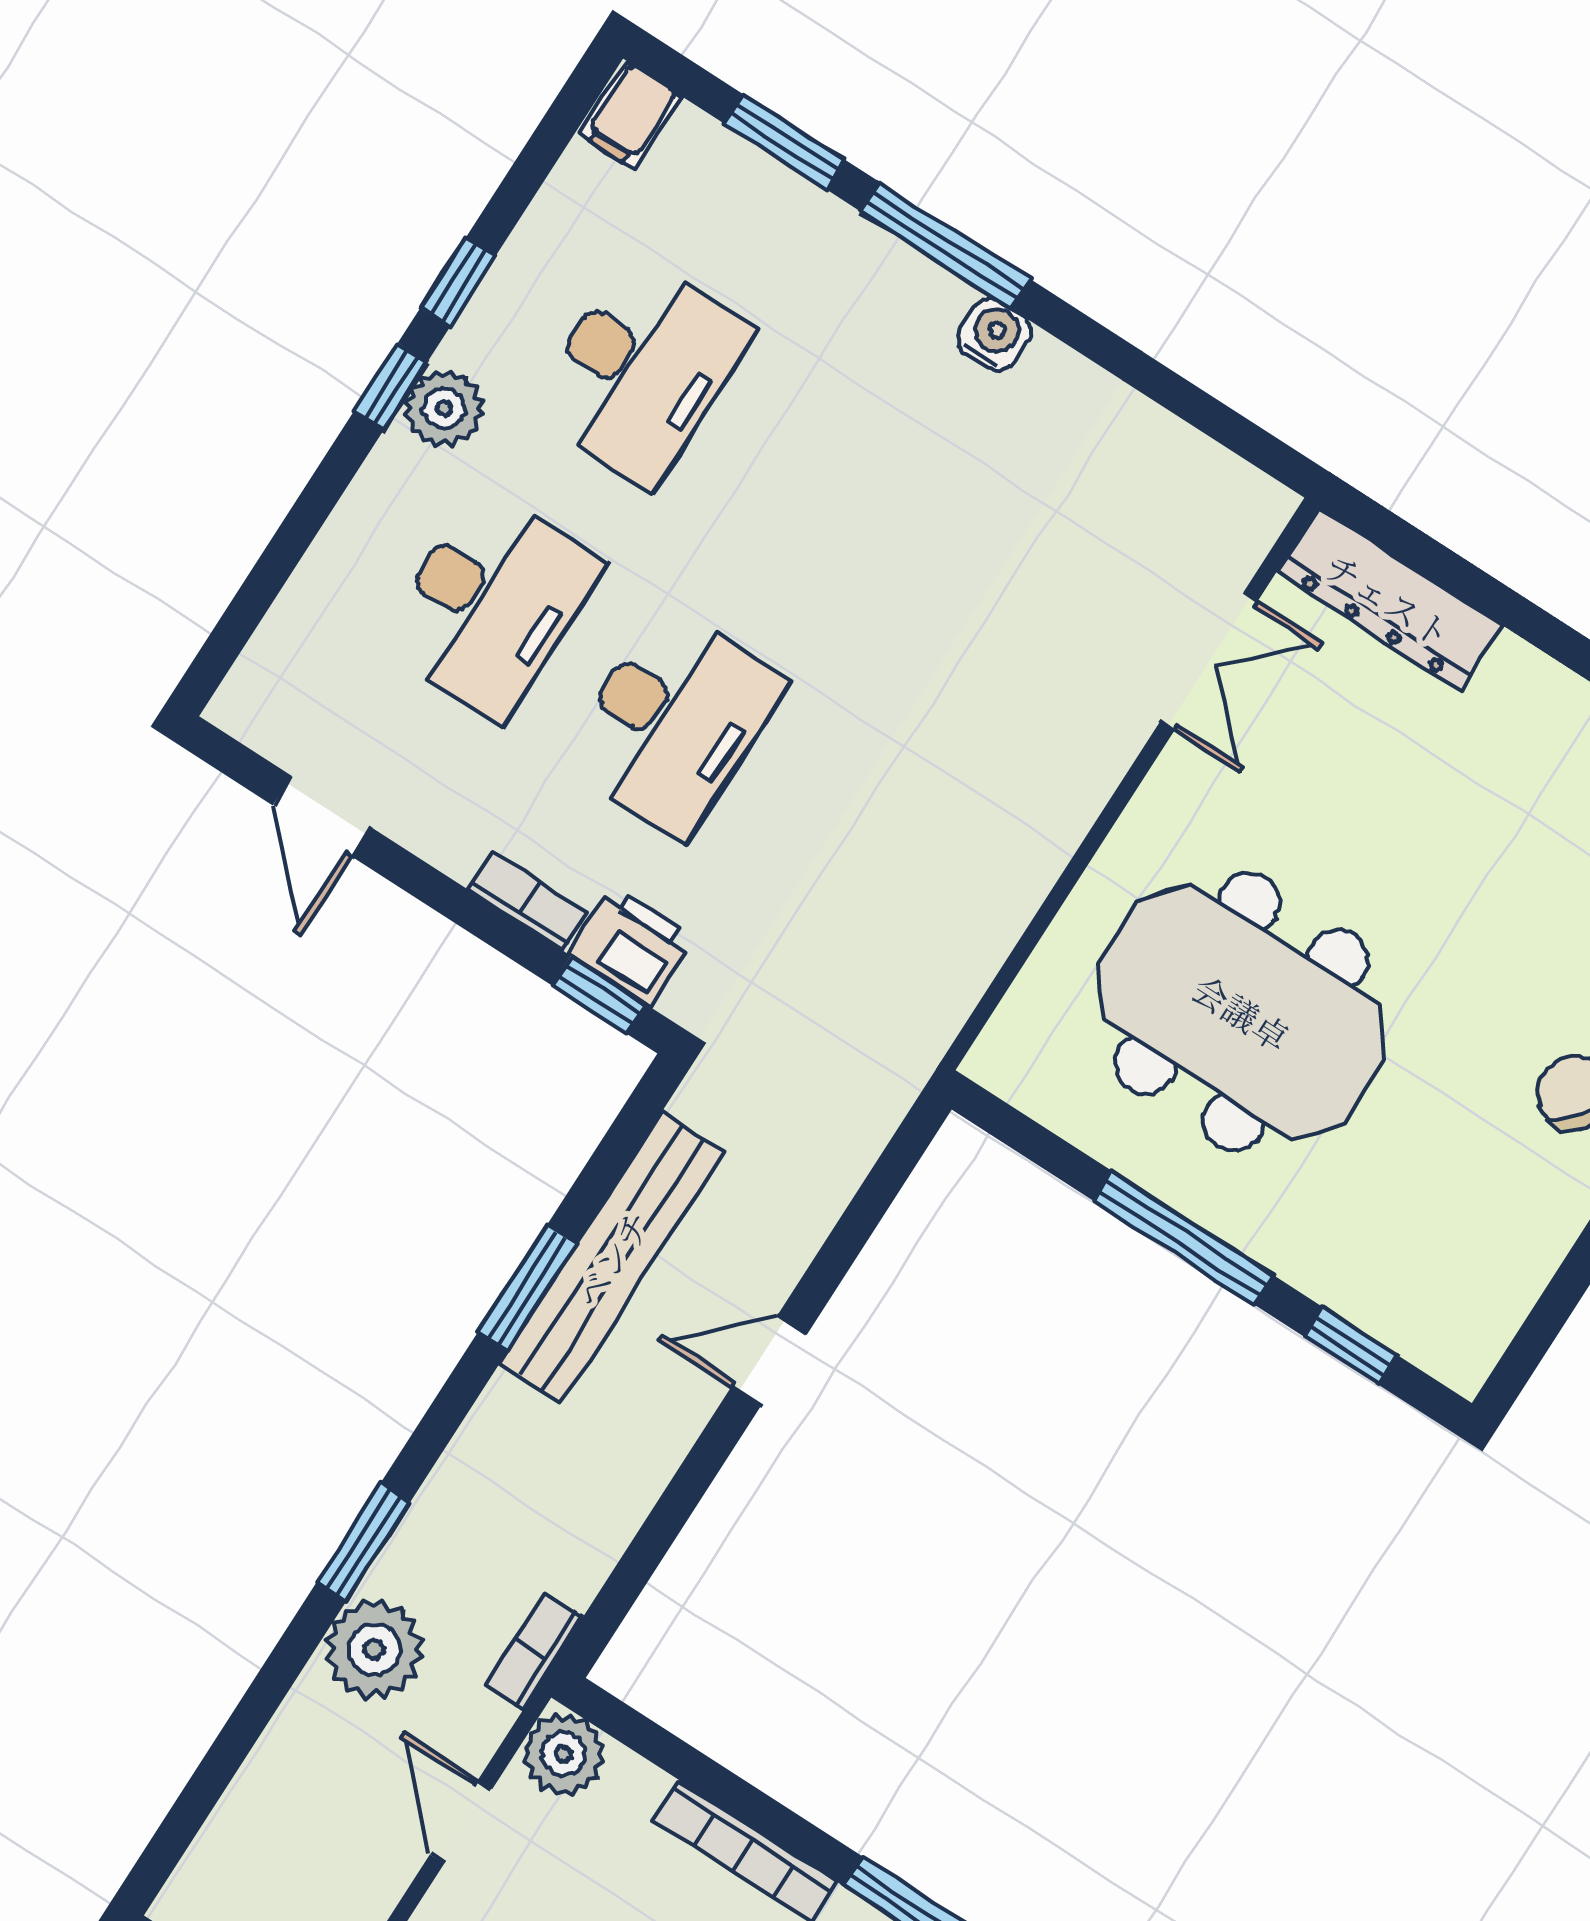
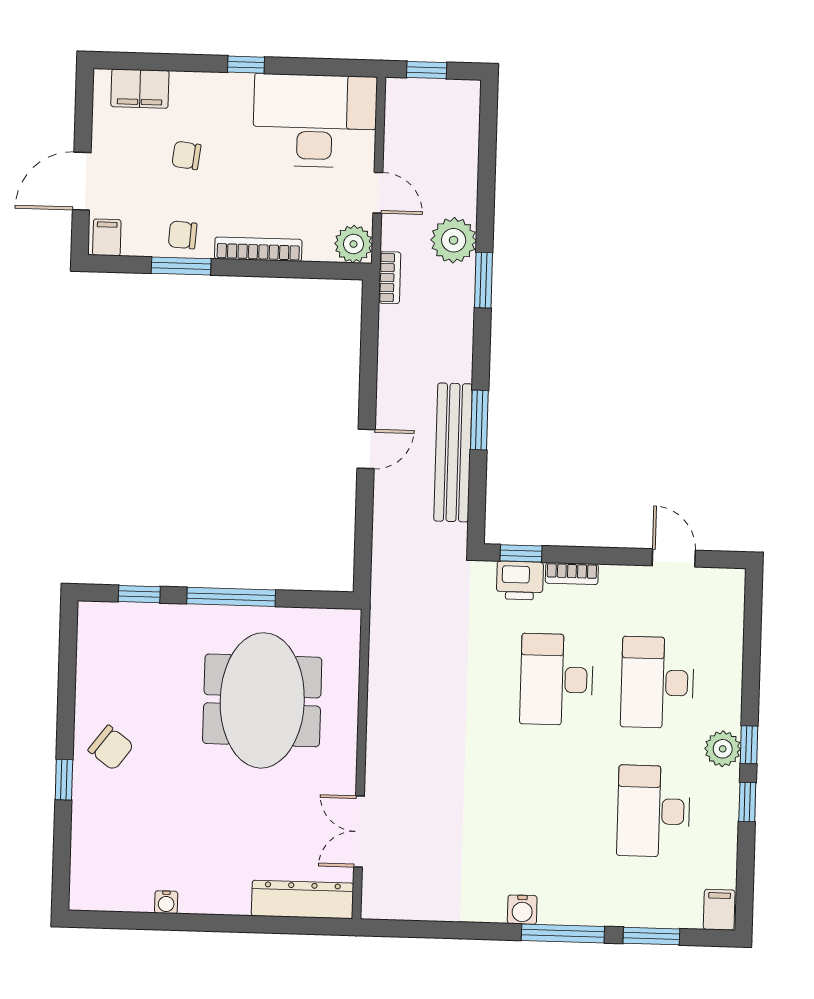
meeting table: (1242, 1012) -> (262, 700), turned 90

